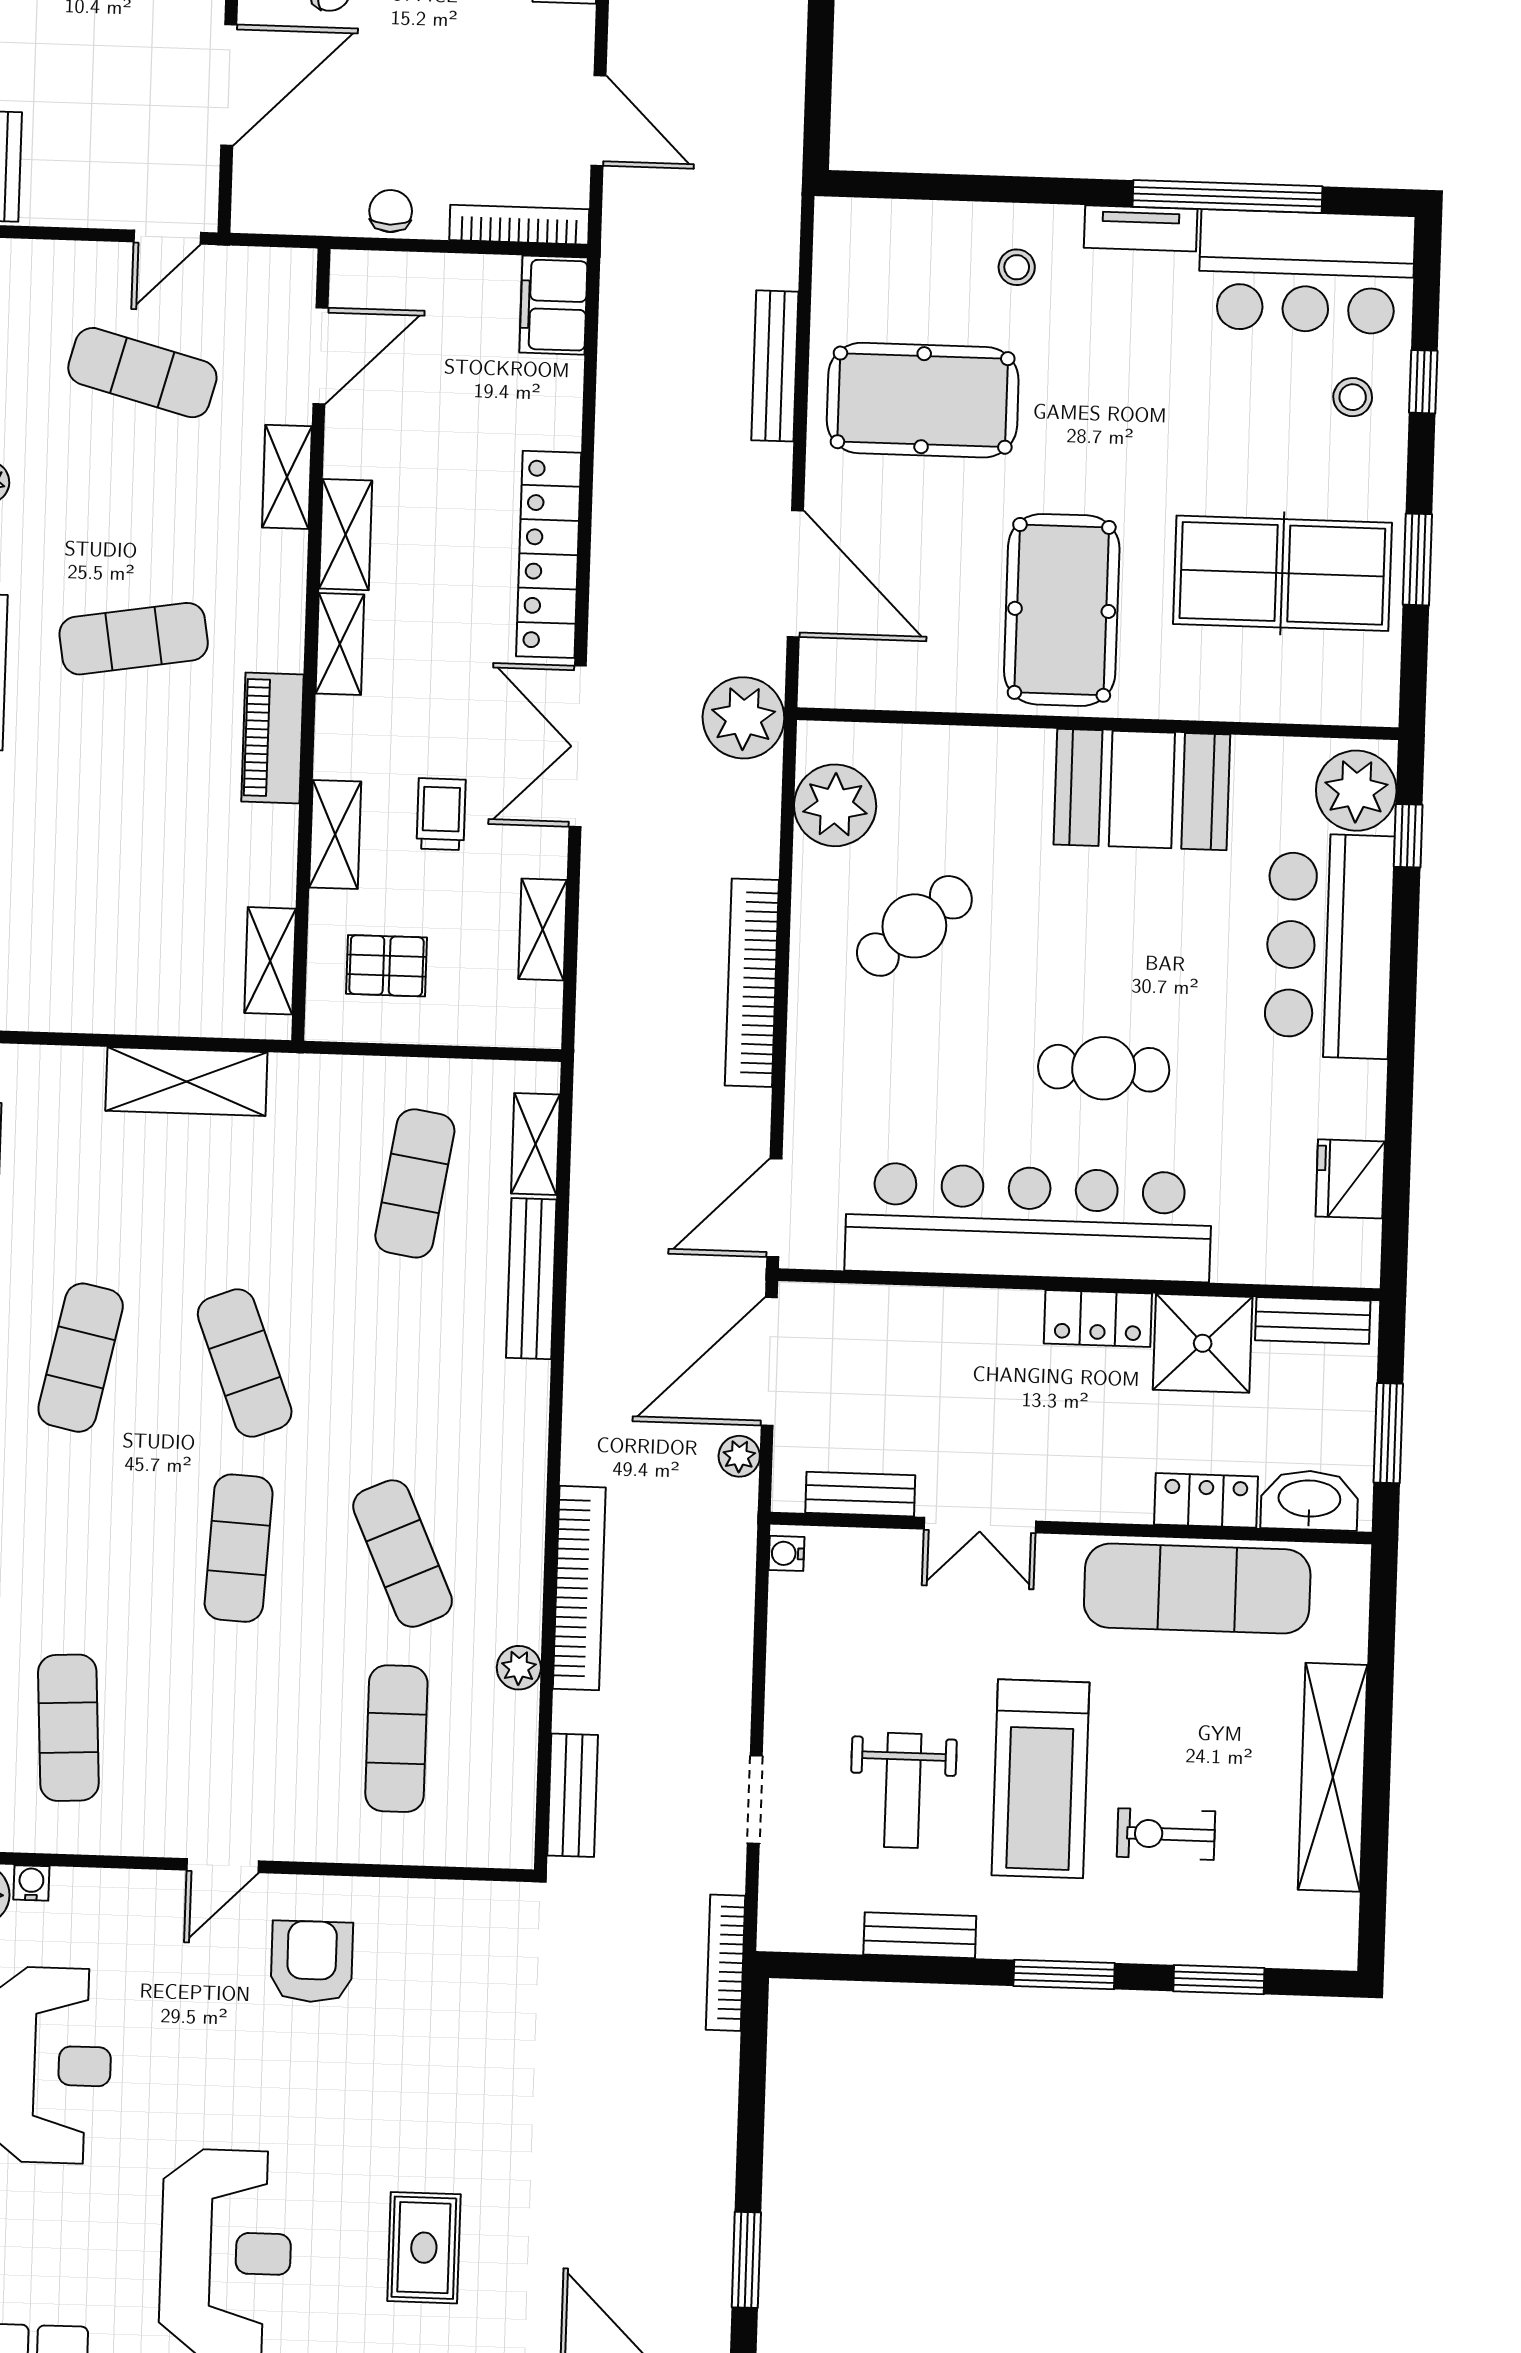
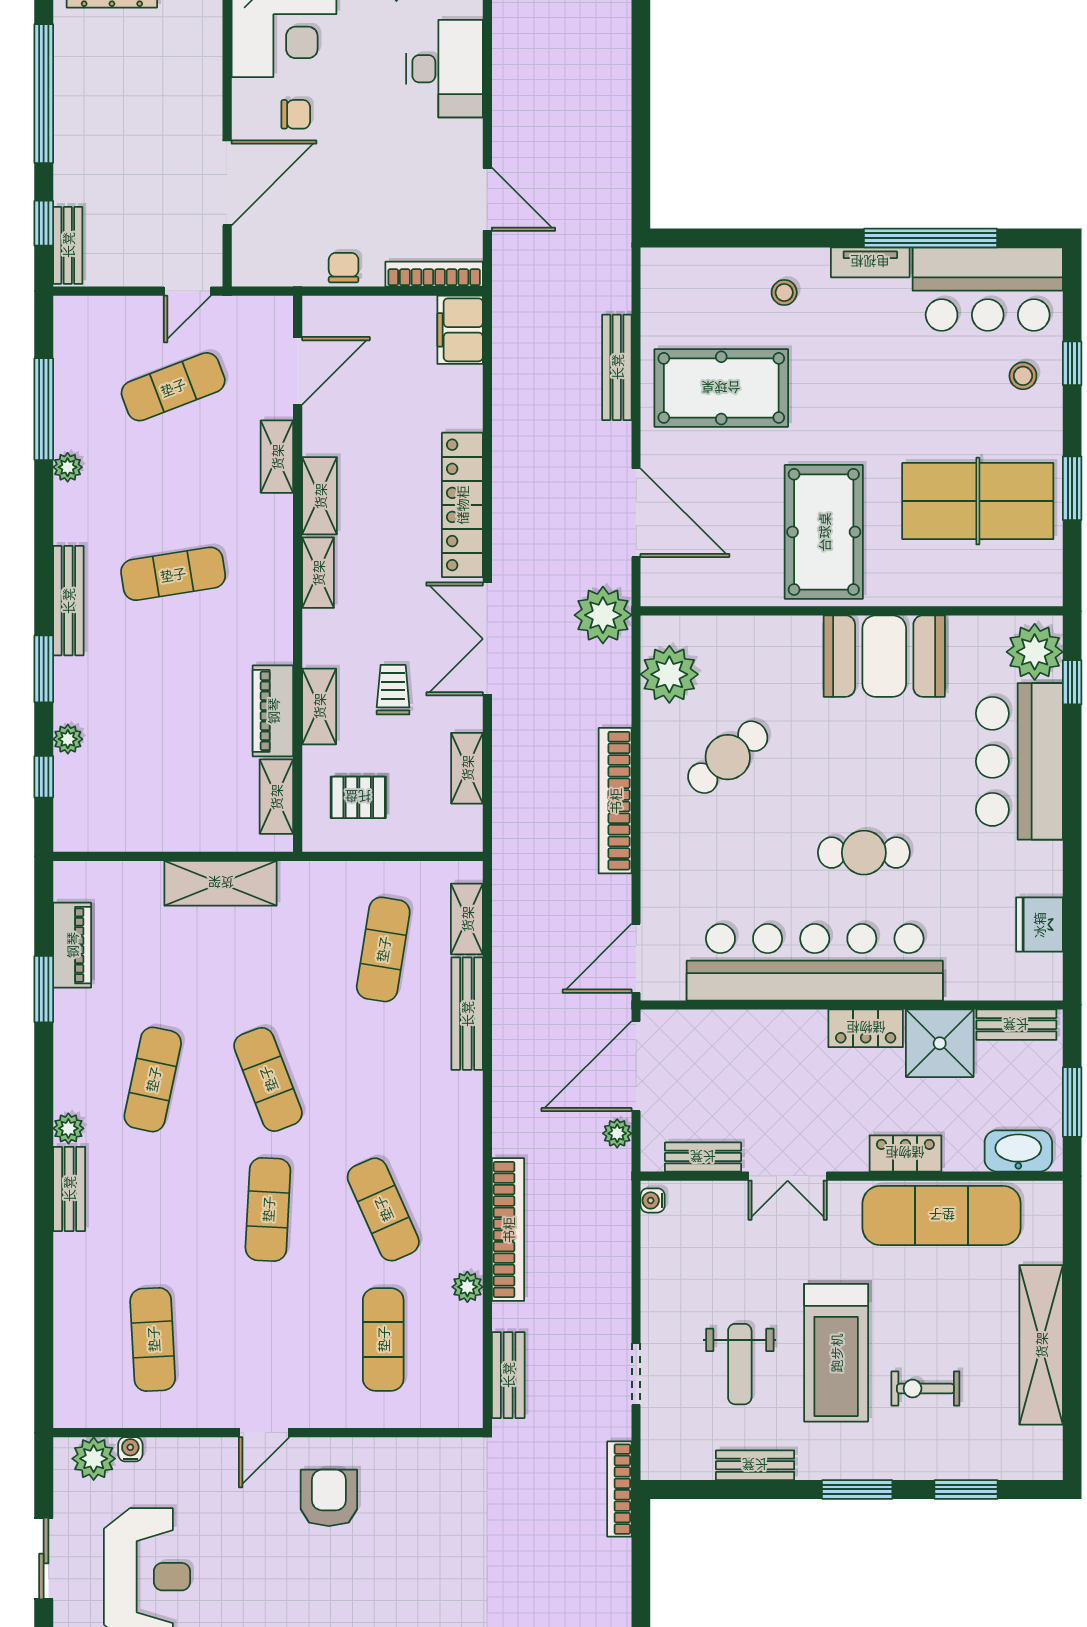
exercise mat: (142, 373) -> (173, 387), turned -36
piano: (272, 738) -> (273, 711), moved
locker: (1206, 1500) -> (905, 1153), moved

